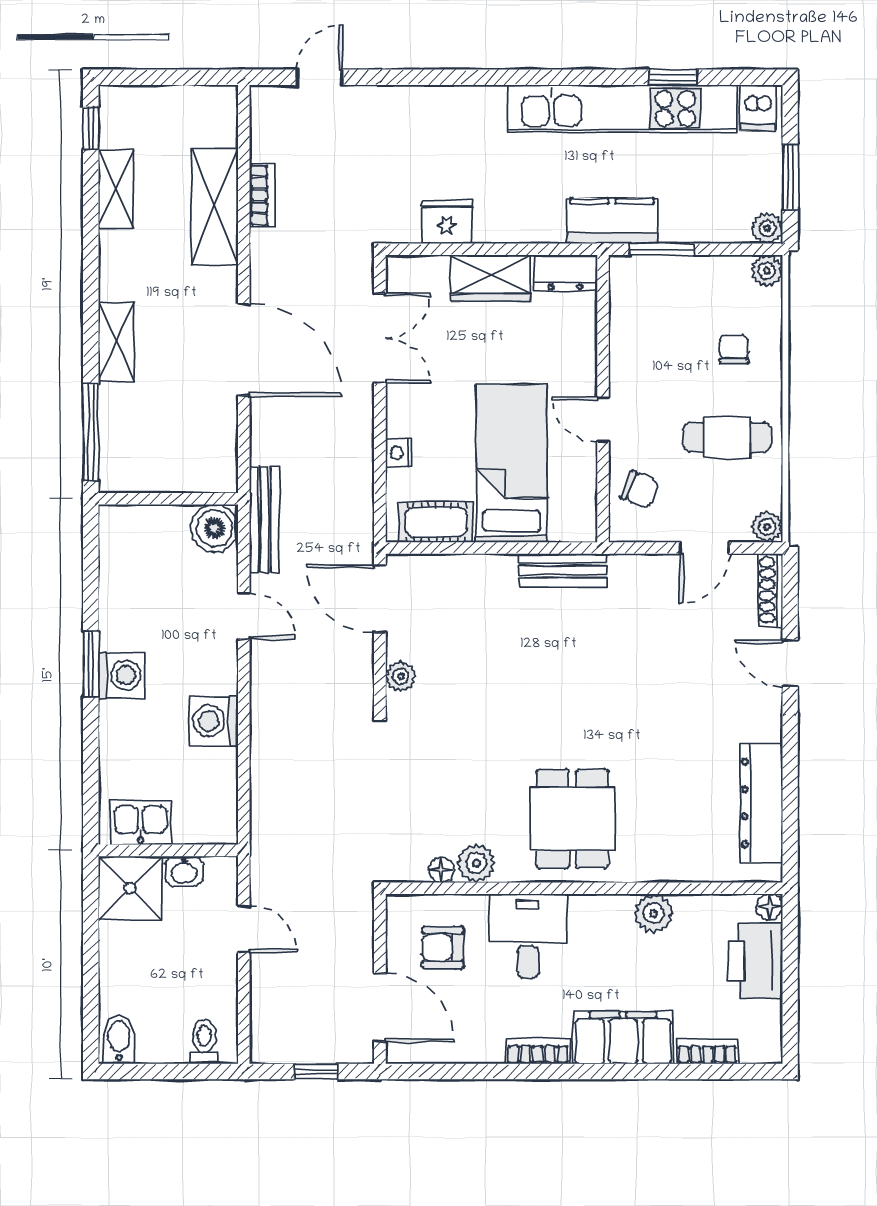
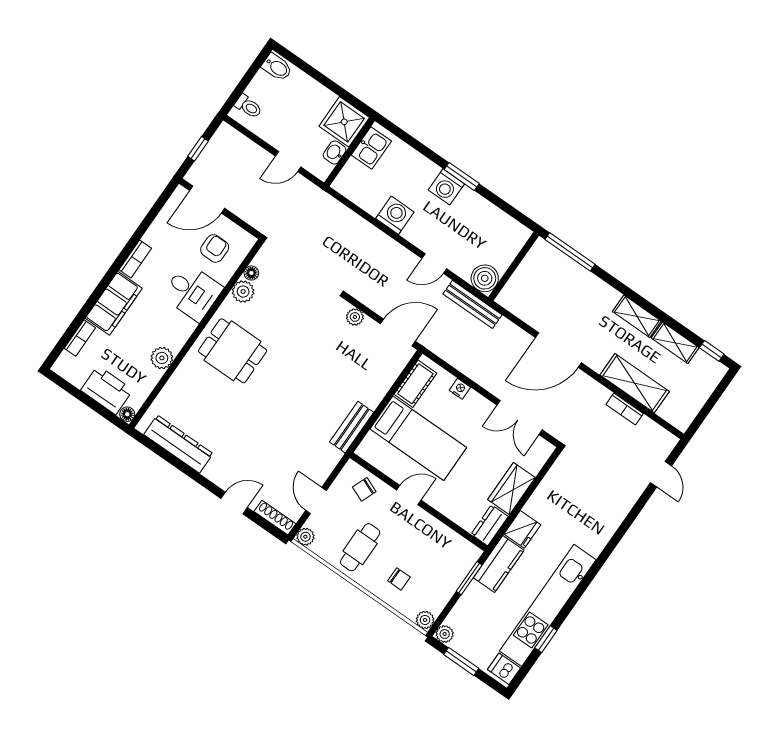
fridge: (447, 222) -> (522, 529), moved
shelving: (116, 342) -> (637, 316), moved

